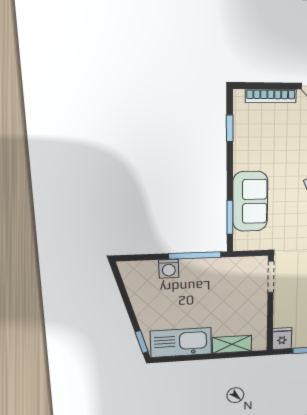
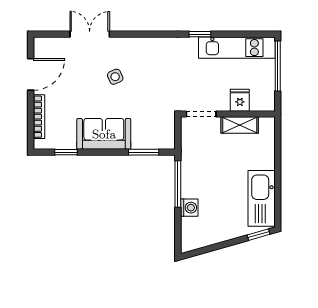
sofa: (250, 201) -> (104, 134), moved
fridge: (282, 339) -> (240, 100), moved, turned 90
shelving: (232, 344) -> (240, 125), moved, turned 90

